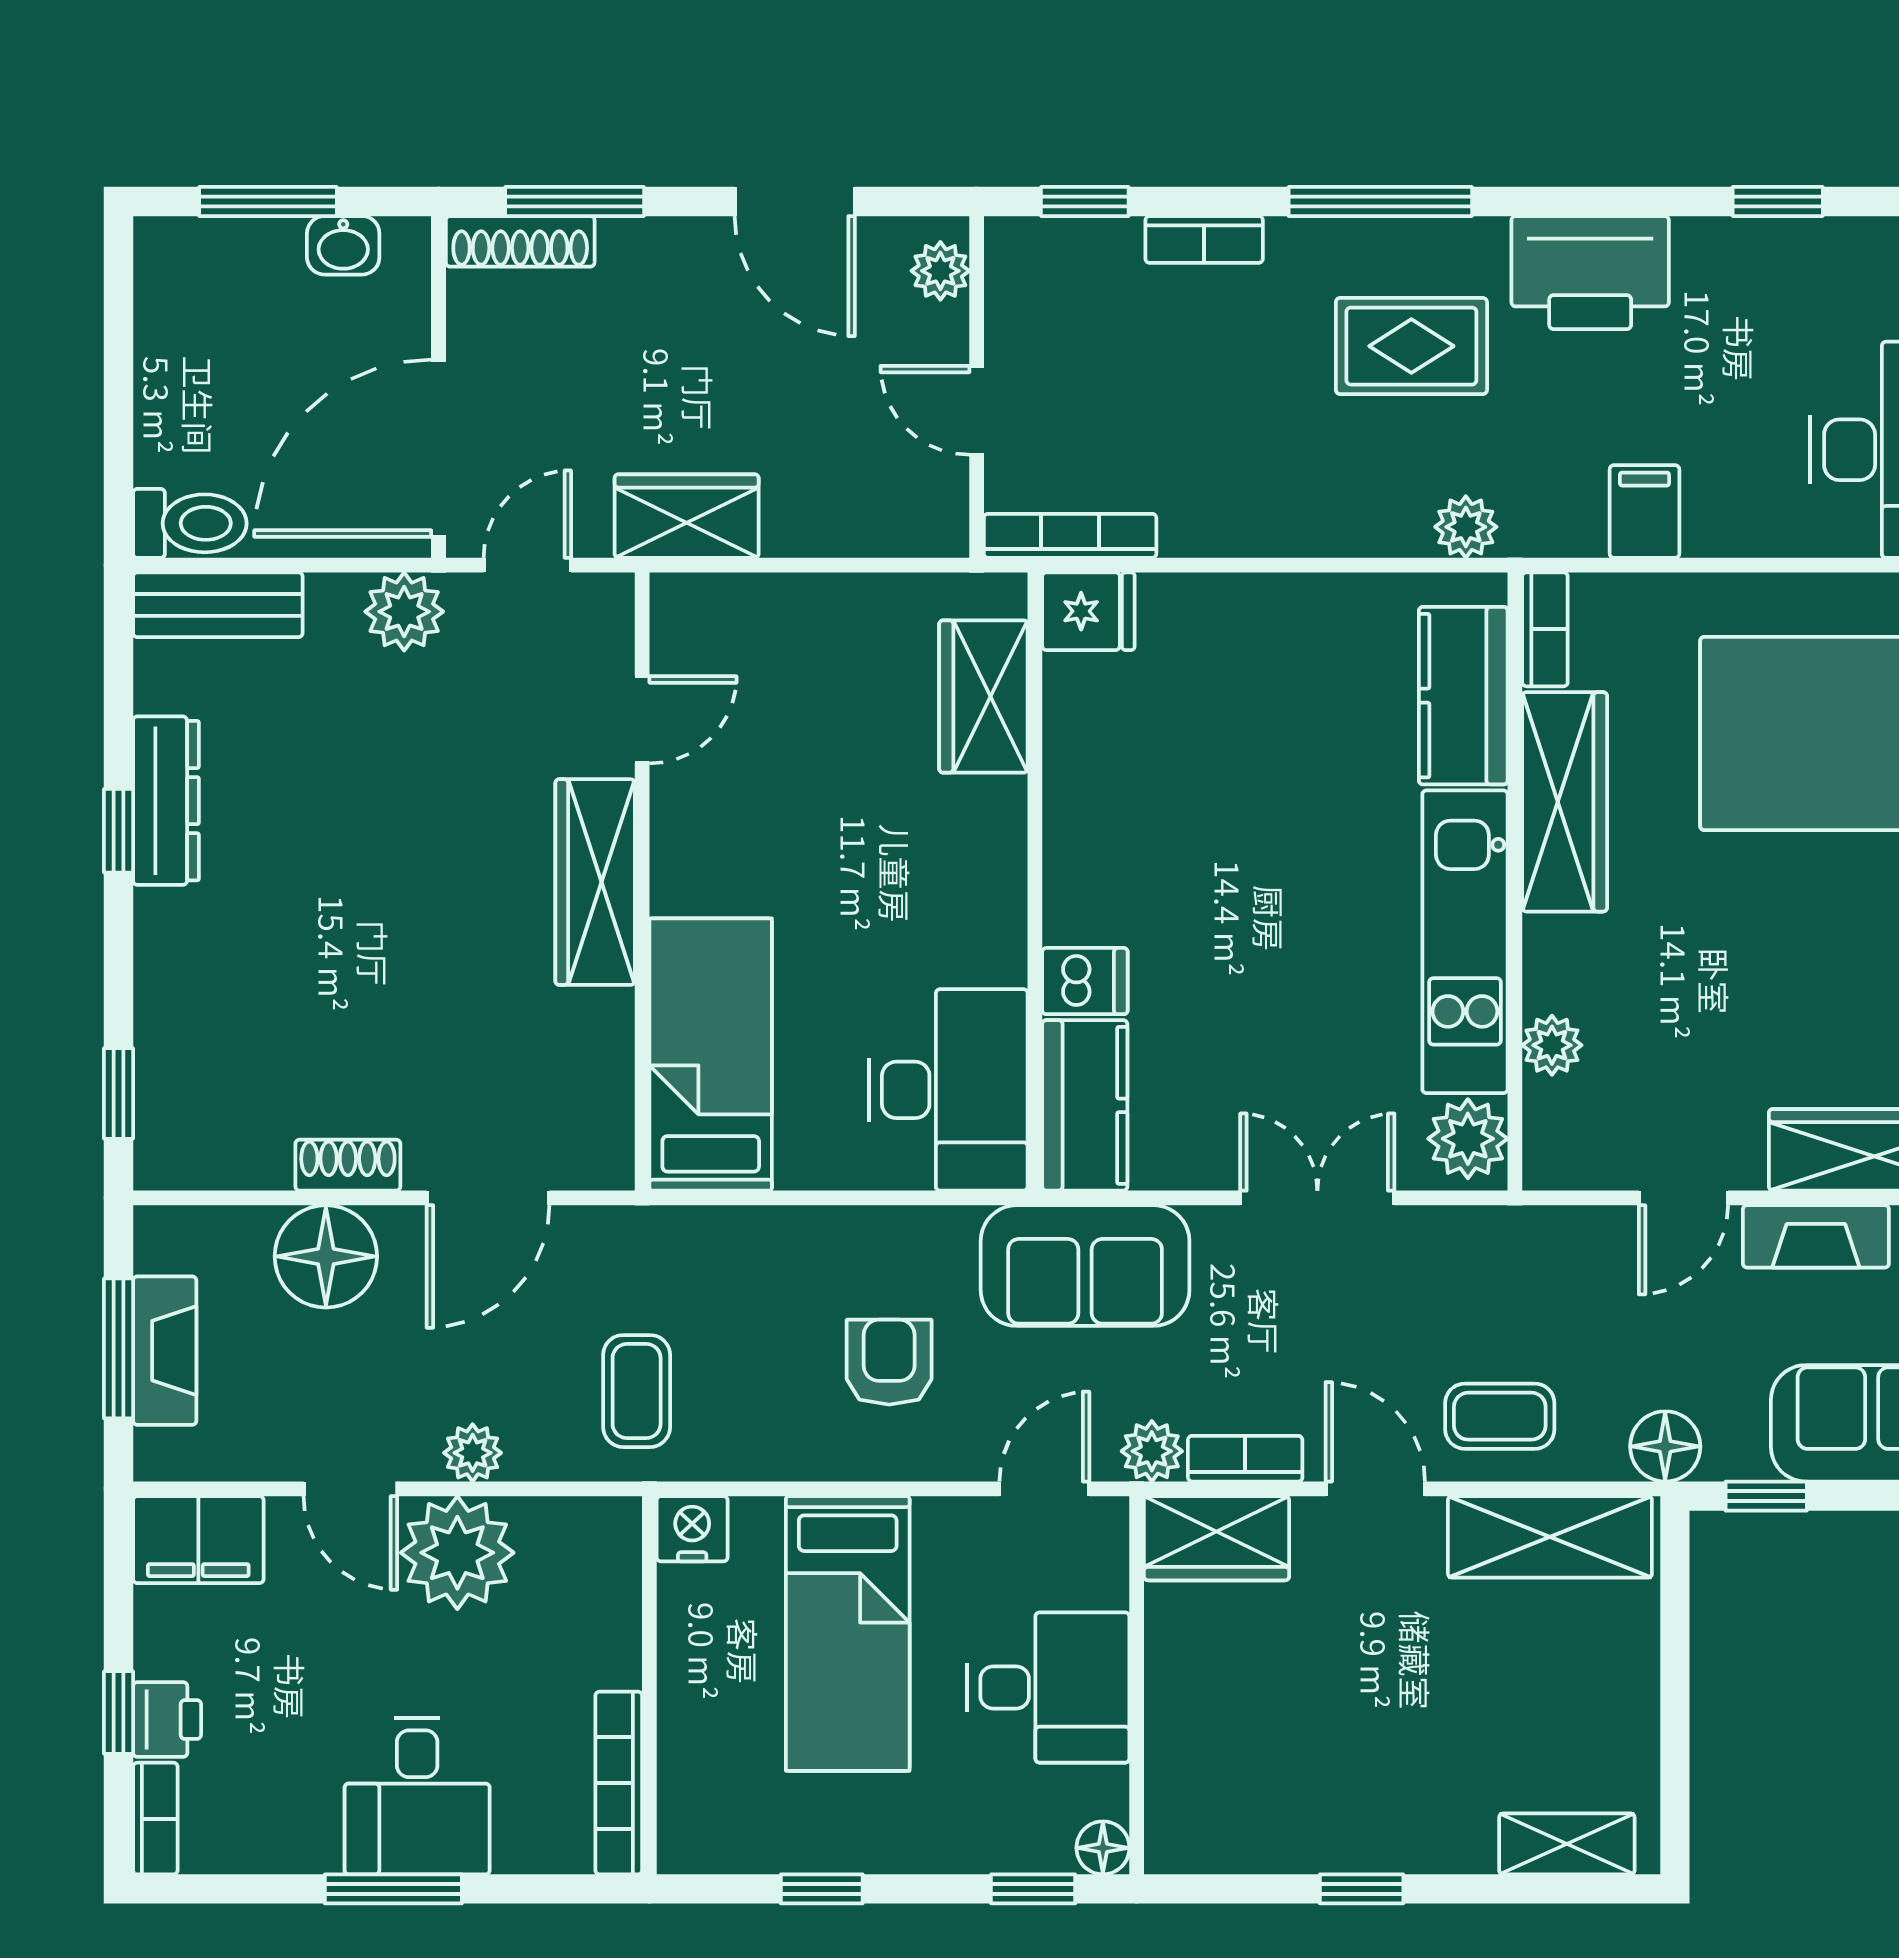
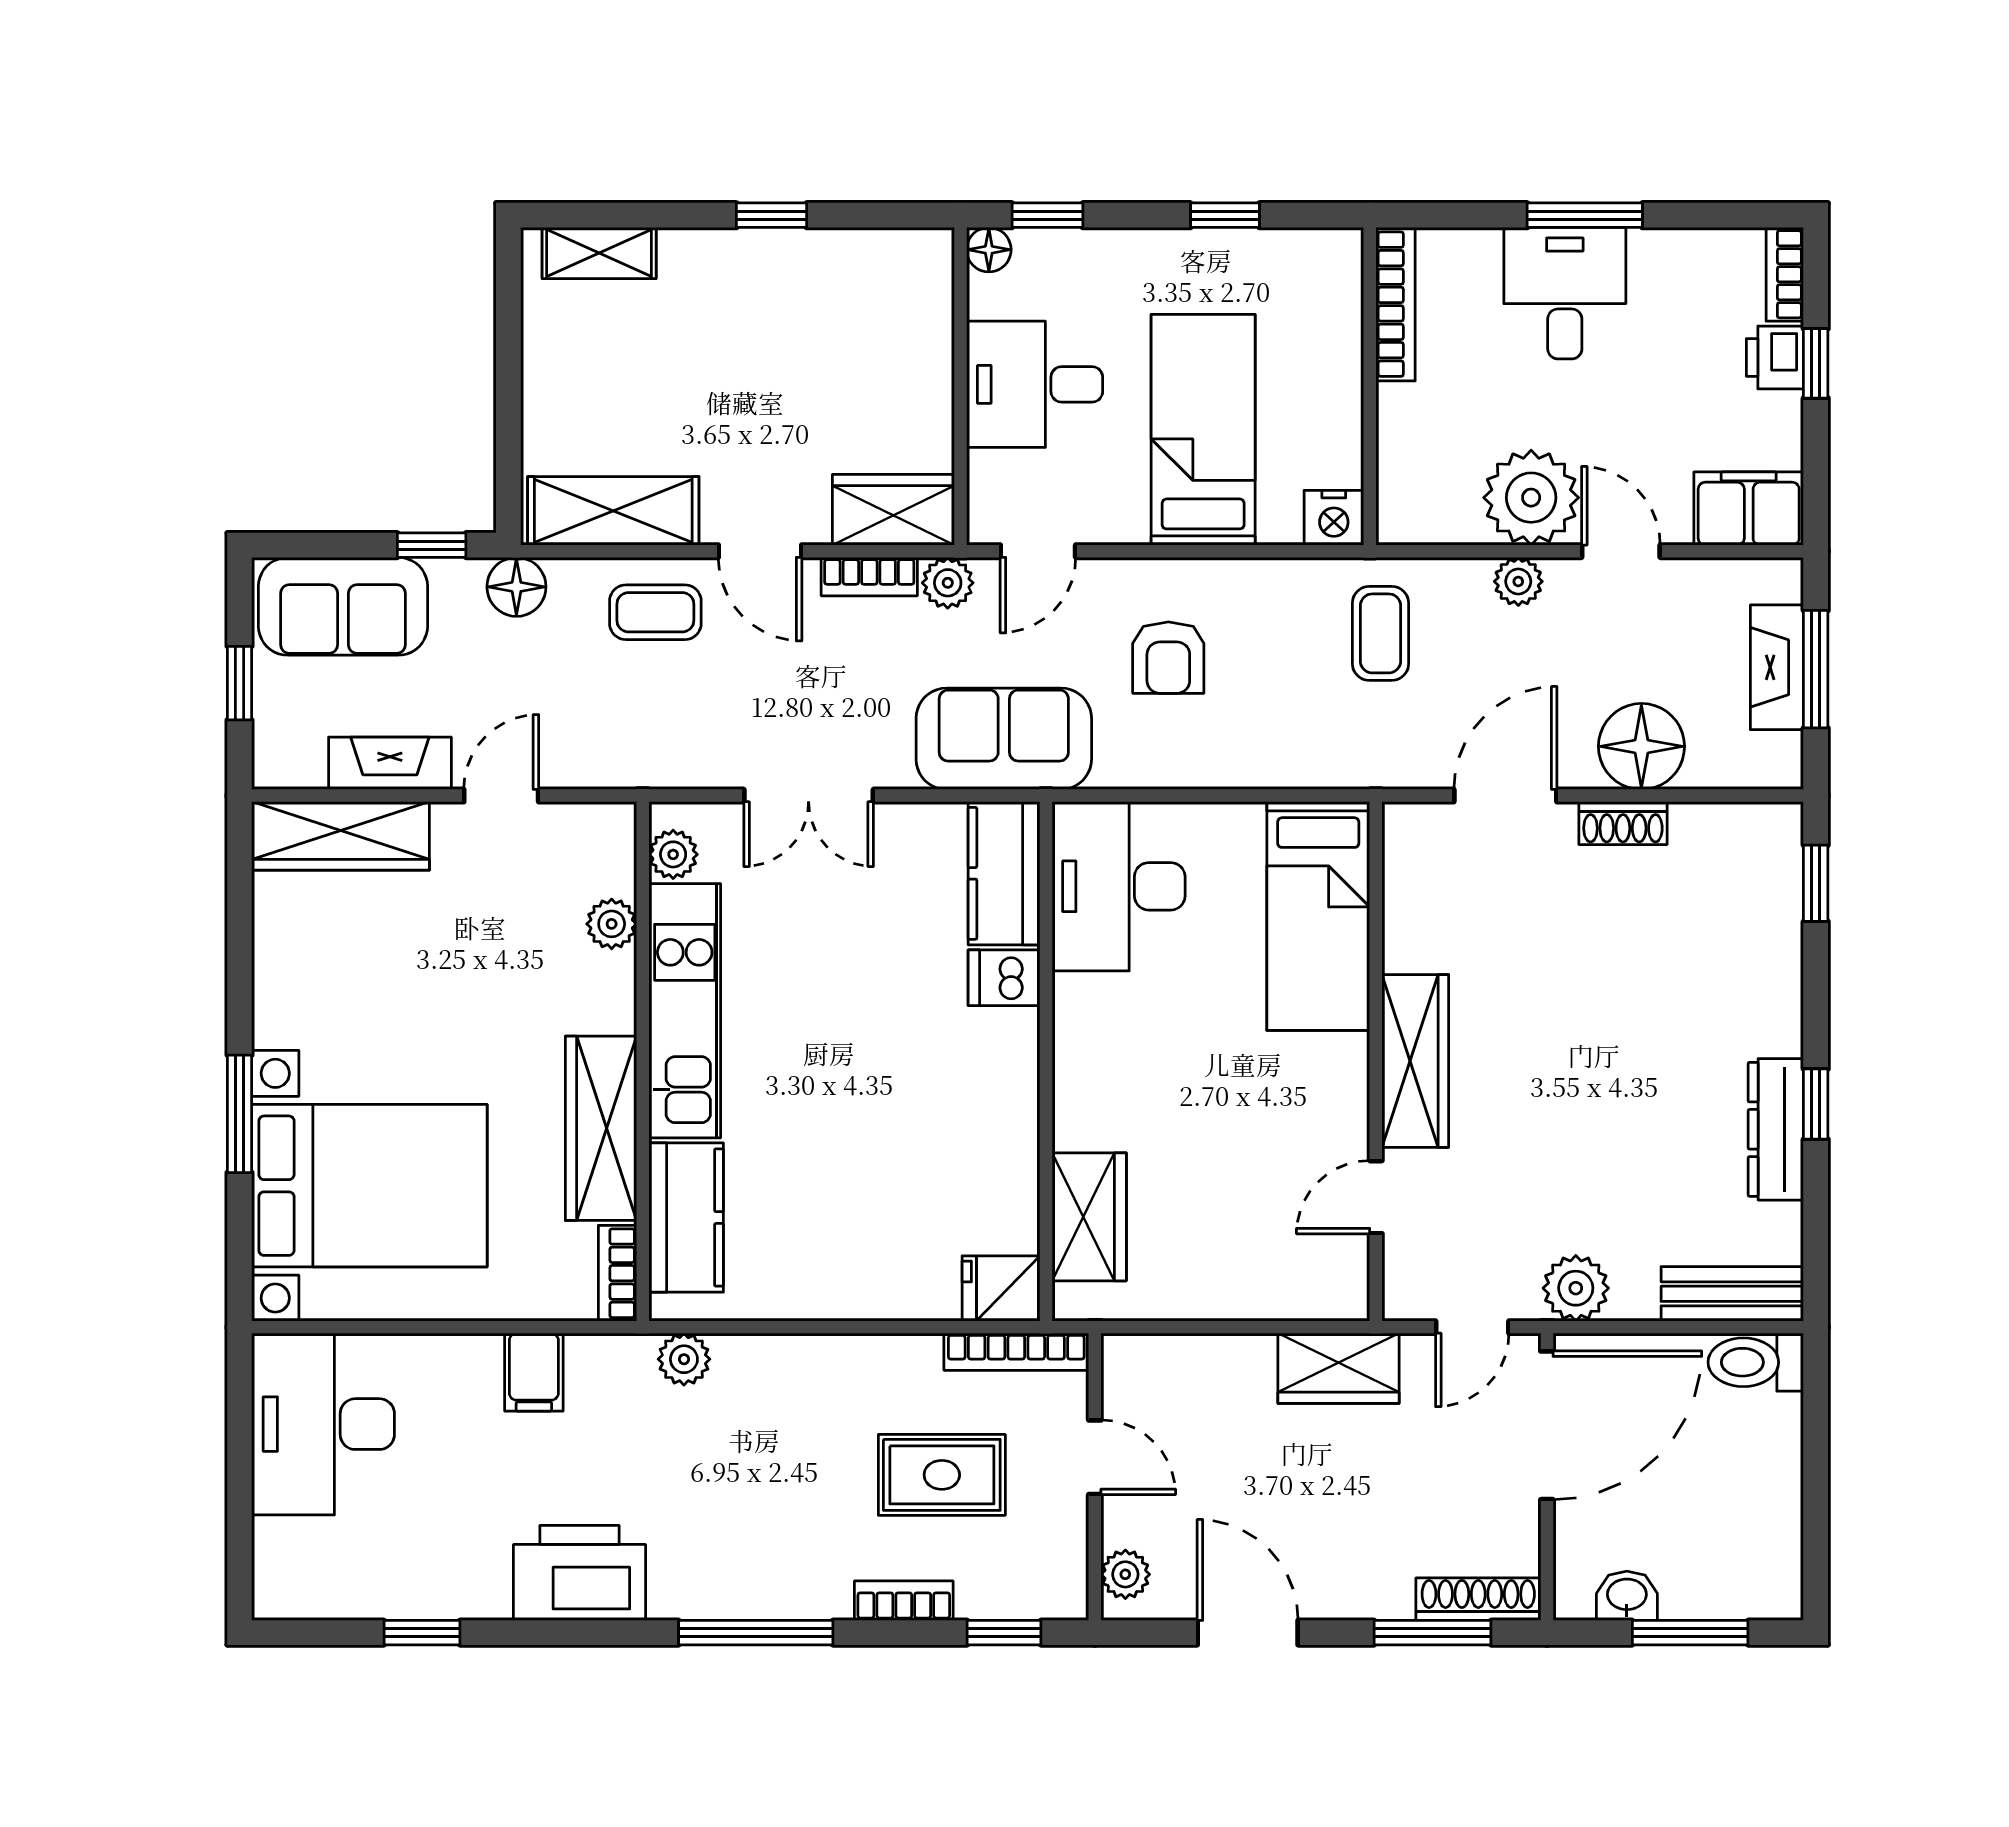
rug: (1411, 346) -> (942, 1475), moved
plant: (1468, 1139) -> (673, 854), width x0.73, depth x0.73

